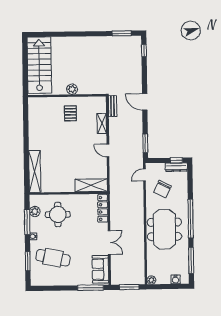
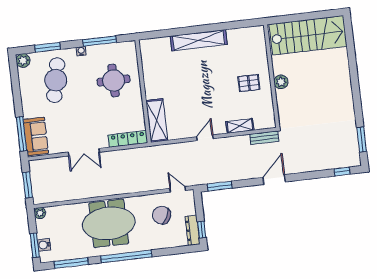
shelving: (35, 171) -> (199, 40), moved
plant: (35, 211) -> (23, 61), moved
sofa: (100, 269) -> (36, 136), moved, turned 90
window: (175, 286) -> (35, 245), added

